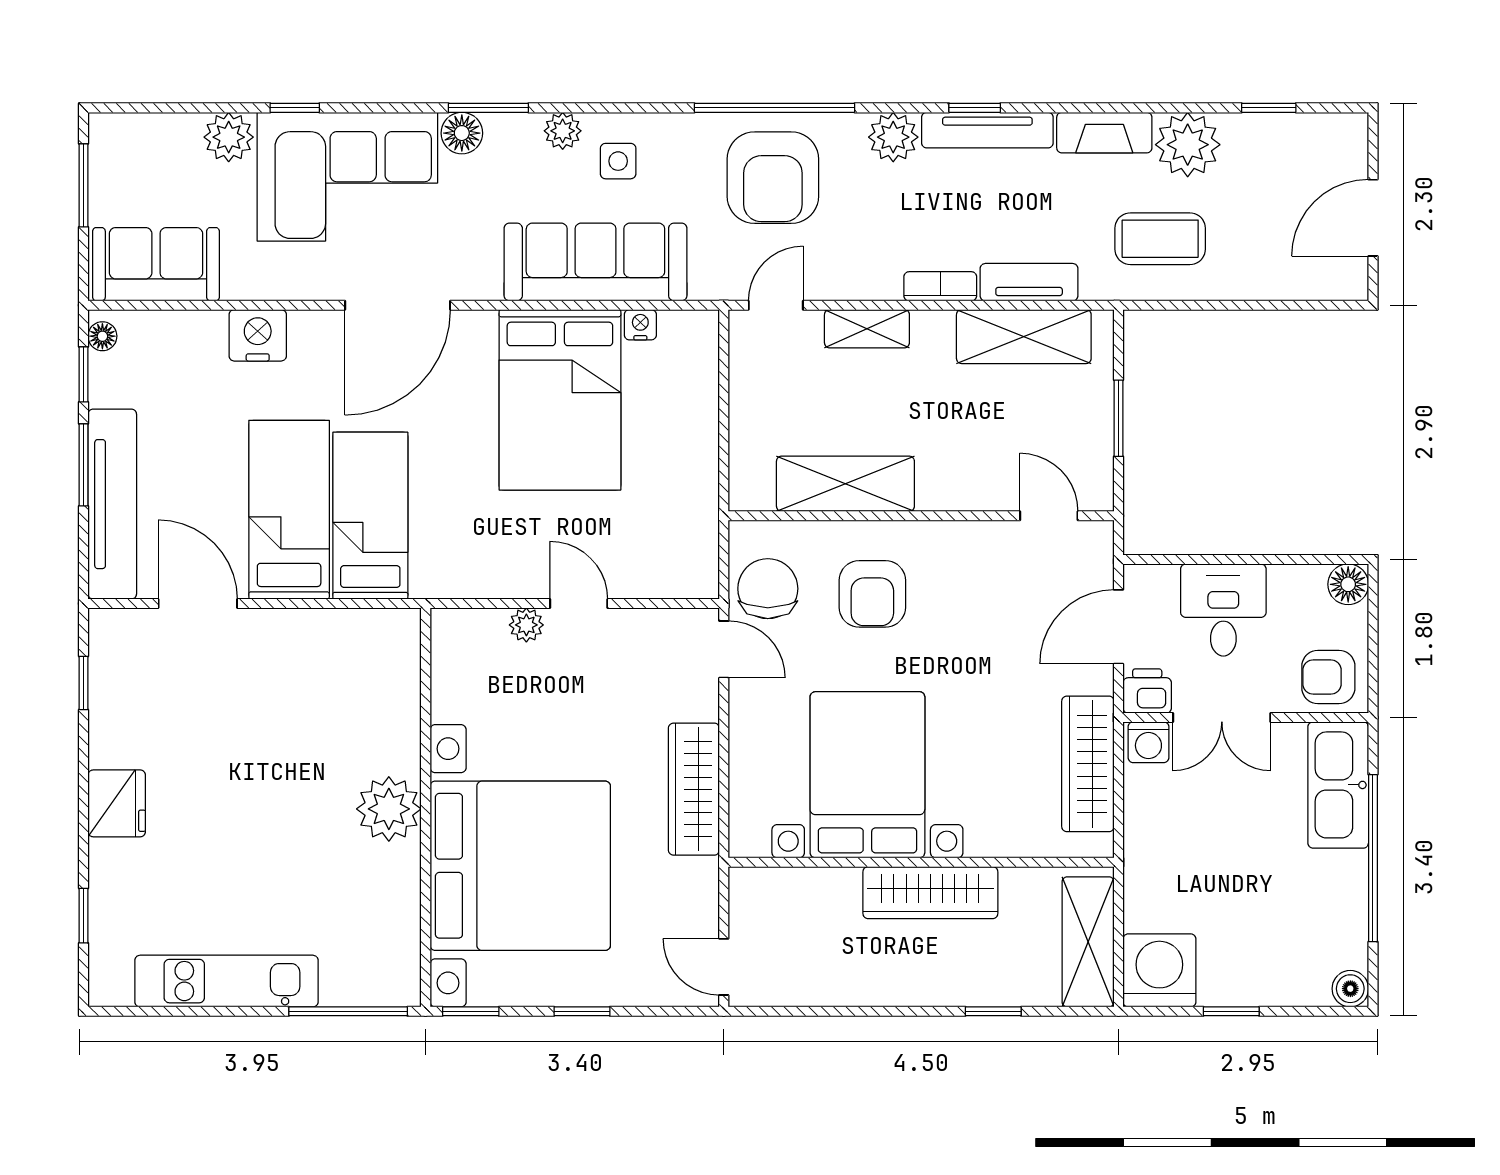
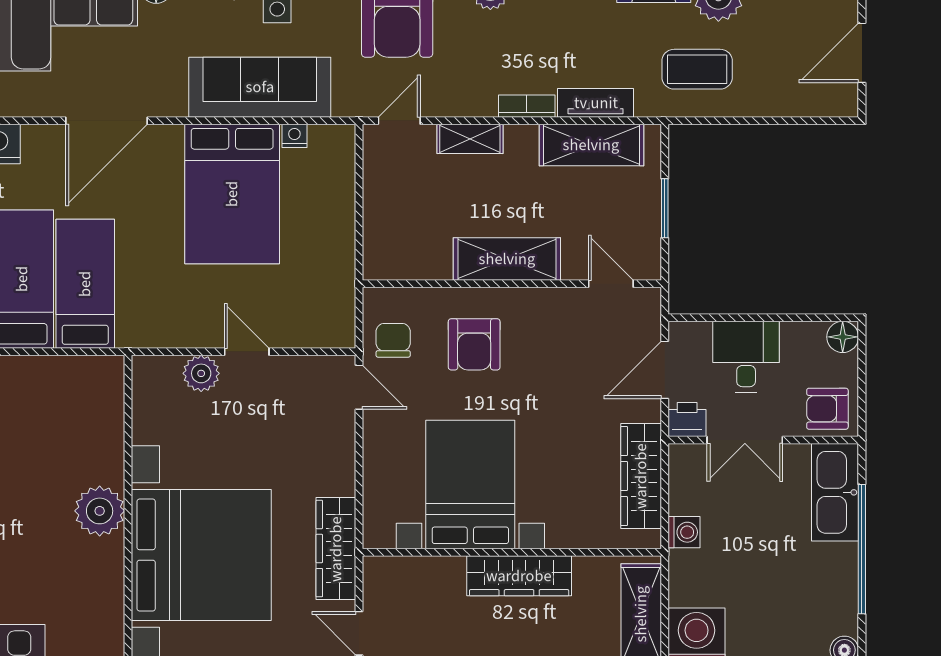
shelving: (845, 484) -> (507, 259), moved
chair: (768, 589) -> (393, 340), width x0.73, depth x0.73
plant: (526, 625) -> (201, 373), width x1.38, depth x1.38
washing machine: (1148, 742) -> (684, 532), moved, turned -90
wardrobe: (694, 789) -> (336, 549), moved

